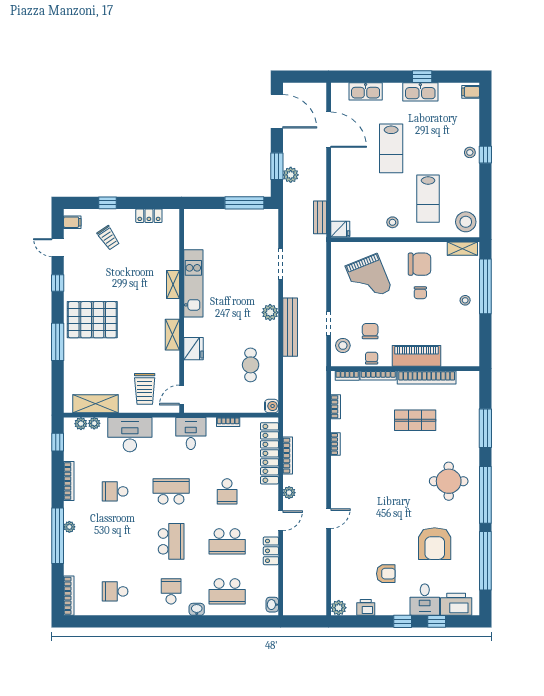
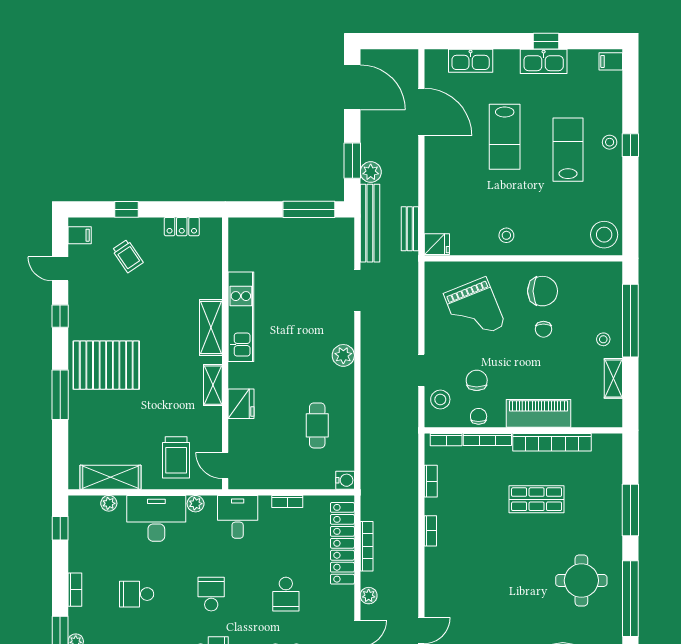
lab bench: (428, 199) -> (568, 150), moved, turned 180
shelving: (462, 249) -> (613, 378), moved, turned 90
shelving: (173, 284) -> (211, 328), width x1.50, depth x1.33
bench: (290, 327) -> (370, 223), moved
door: (182, 395) -> (225, 465), hinge flipped
plant: (81, 424) -> (196, 504), moved
bookcase: (69, 481) -> (75, 590), width x0.64
school desk: (171, 491) -> (211, 594), width x0.54

